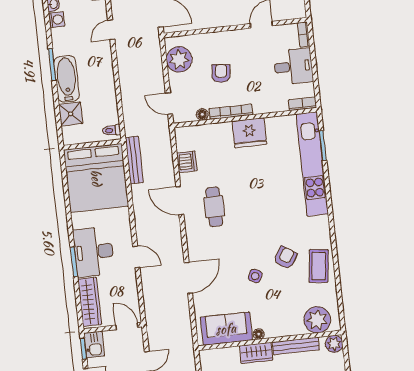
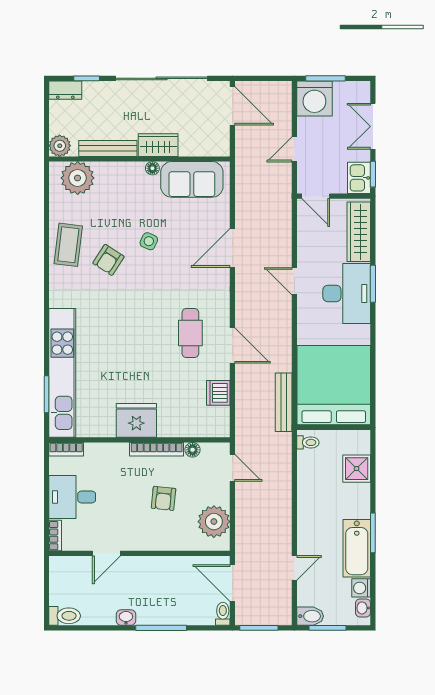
bathtub: (67, 79) -> (357, 548), moved

